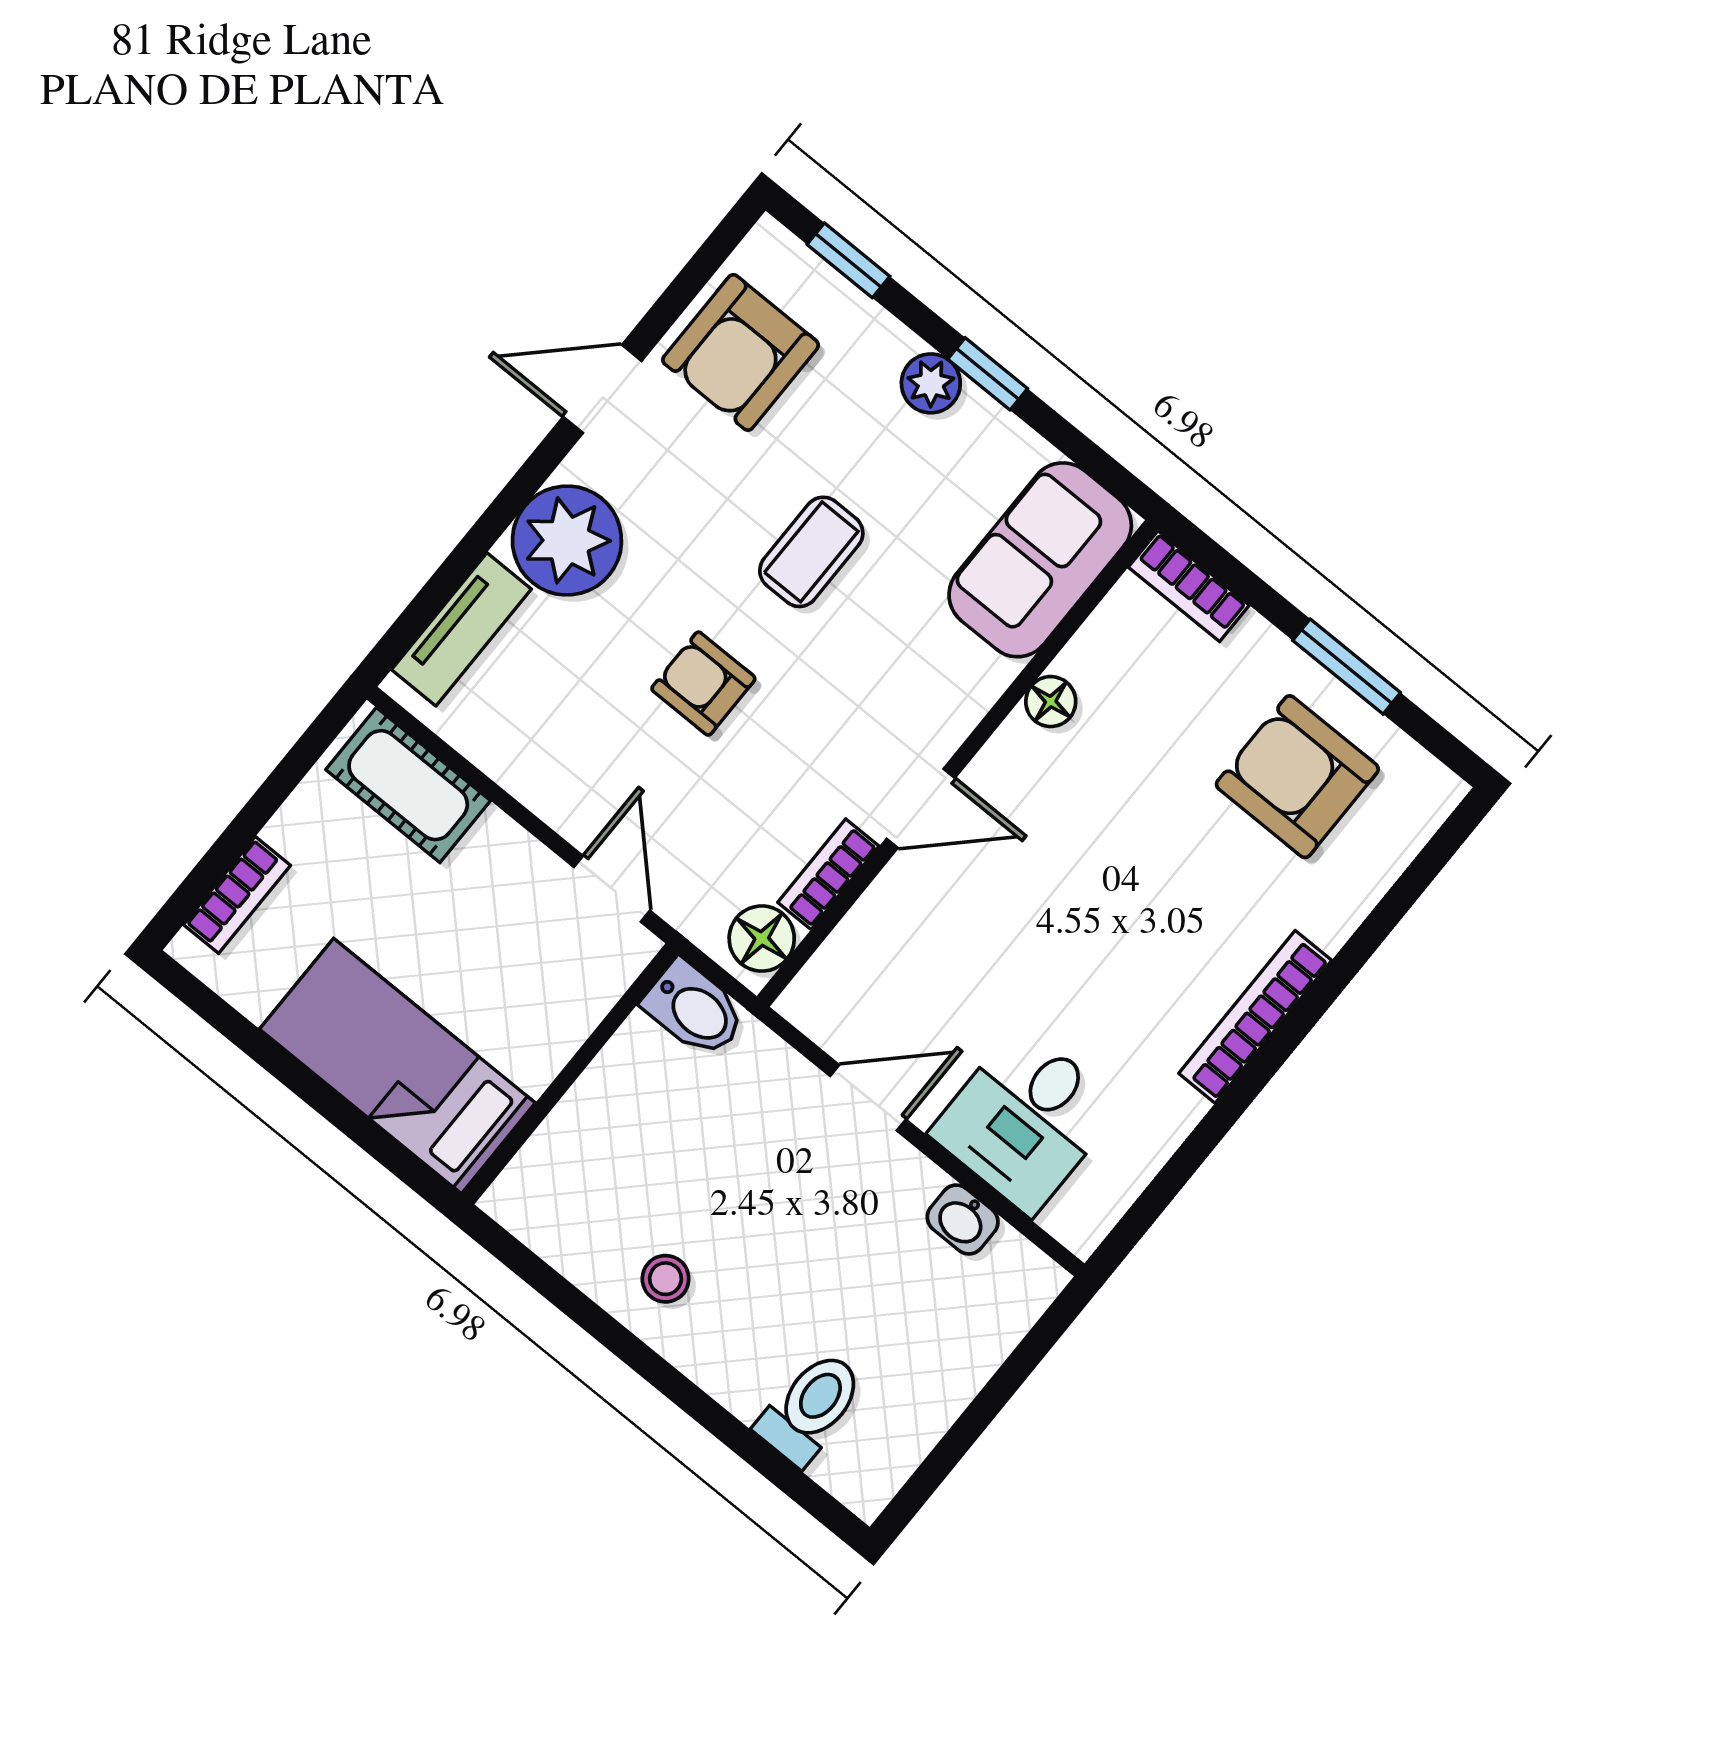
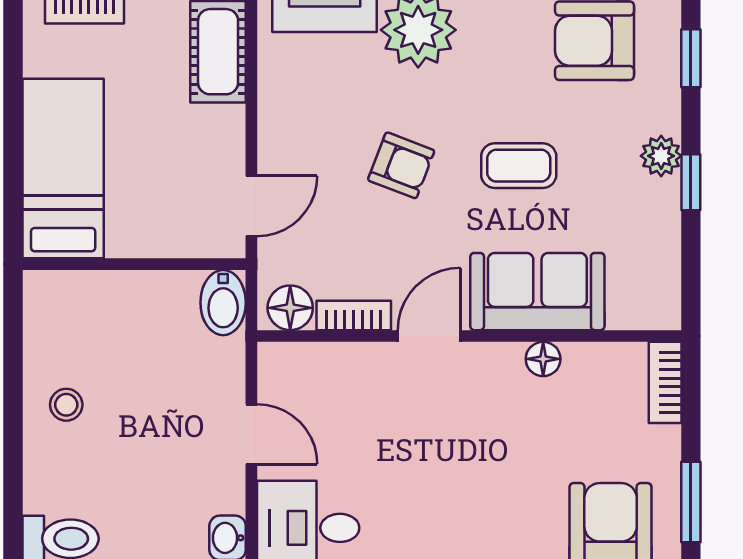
sofa: (1040, 560) -> (537, 292), moved
armchair: (703, 684) -> (401, 165), turned 111
door: (921, 808) -> (429, 336), swing flipped

